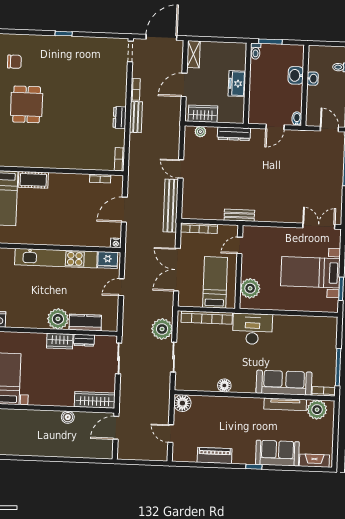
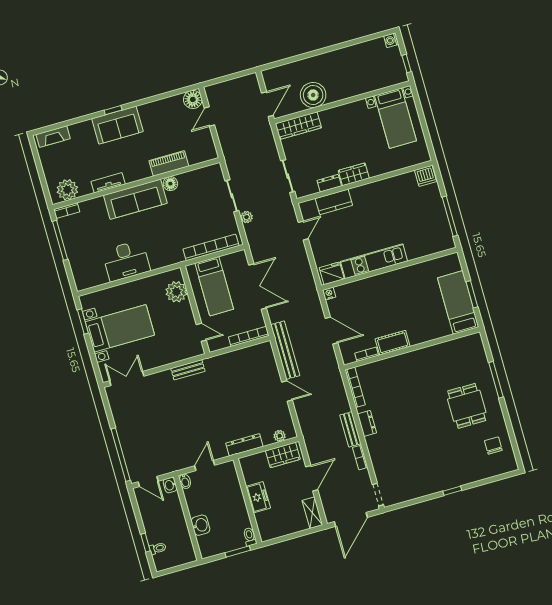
chair: (14, 62) -> (493, 446), turned 90
washbasin: (313, 79) -> (170, 485), moved
bookcase: (119, 159) -> (355, 387), width x1.56
cot: (33, 180) -> (393, 343), moved
door: (124, 210) -> (331, 330), hinge flipped
bench: (239, 215) -> (188, 370), moved
double door: (319, 226) -> (127, 378), swing flipped
door: (240, 245) -> (201, 332), hinge flipped
kitchen unit: (56, 258) -> (374, 261), width x0.73
door: (121, 287) -> (303, 231), moved
plant: (58, 319) -> (363, 196), removed
plant: (162, 329) -> (246, 217), width x0.53, depth x0.53
desk: (252, 329) -> (126, 261), moved
sofa: (284, 383) -> (135, 199), moved
floor lamp: (182, 403) -> (193, 99), moved
tv unit: (285, 404) -> (108, 183), width x0.71
boiler: (68, 417) -> (313, 95), width x1.86, depth x1.86
door: (171, 434) -> (209, 116), swing flipped
sofa: (277, 453) -> (117, 125), moved
piano: (215, 455) -> (169, 163), moved, turned 180

